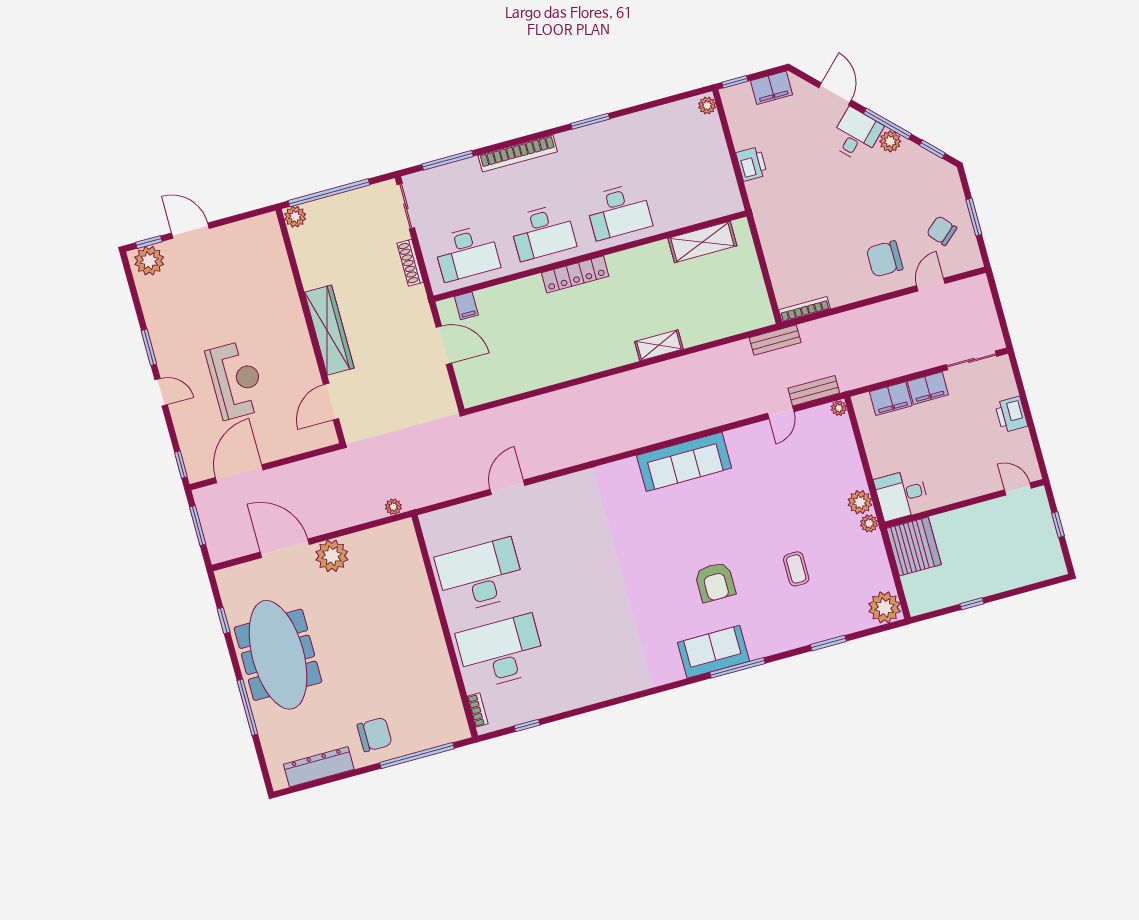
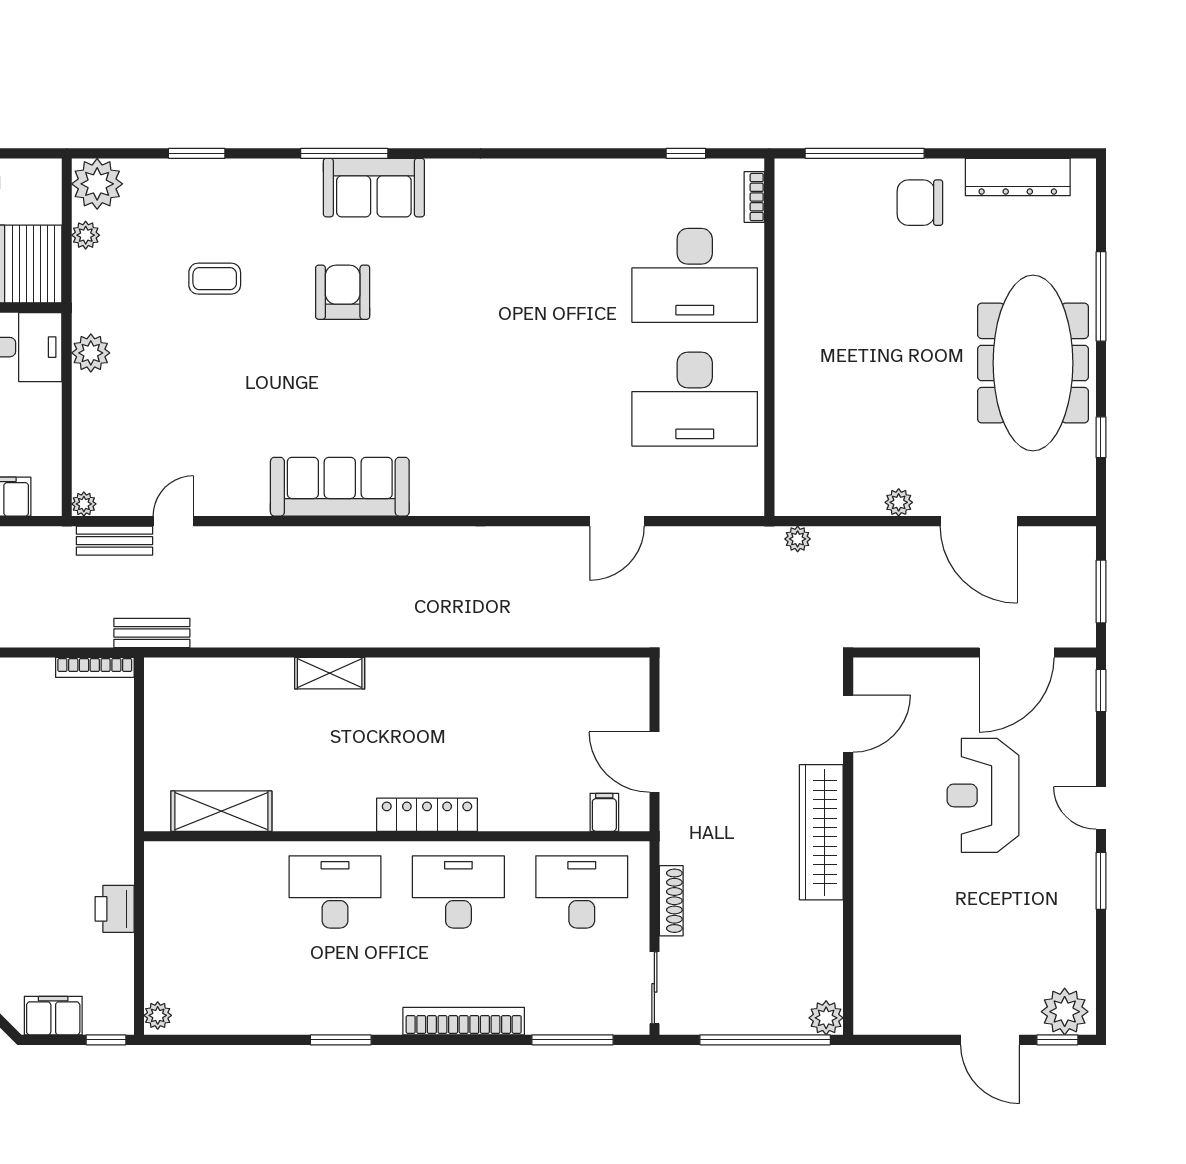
plant: (869, 523) -> (86, 235), moved
plant: (332, 556) -> (899, 502), width x0.53, depth x0.53
coffee table: (796, 569) -> (215, 279), turned 90

